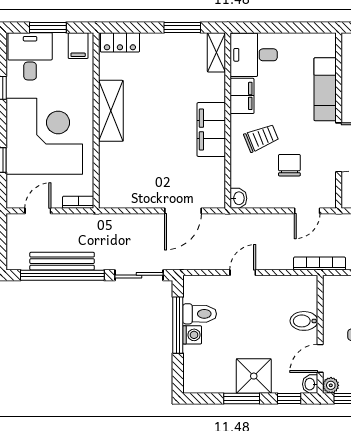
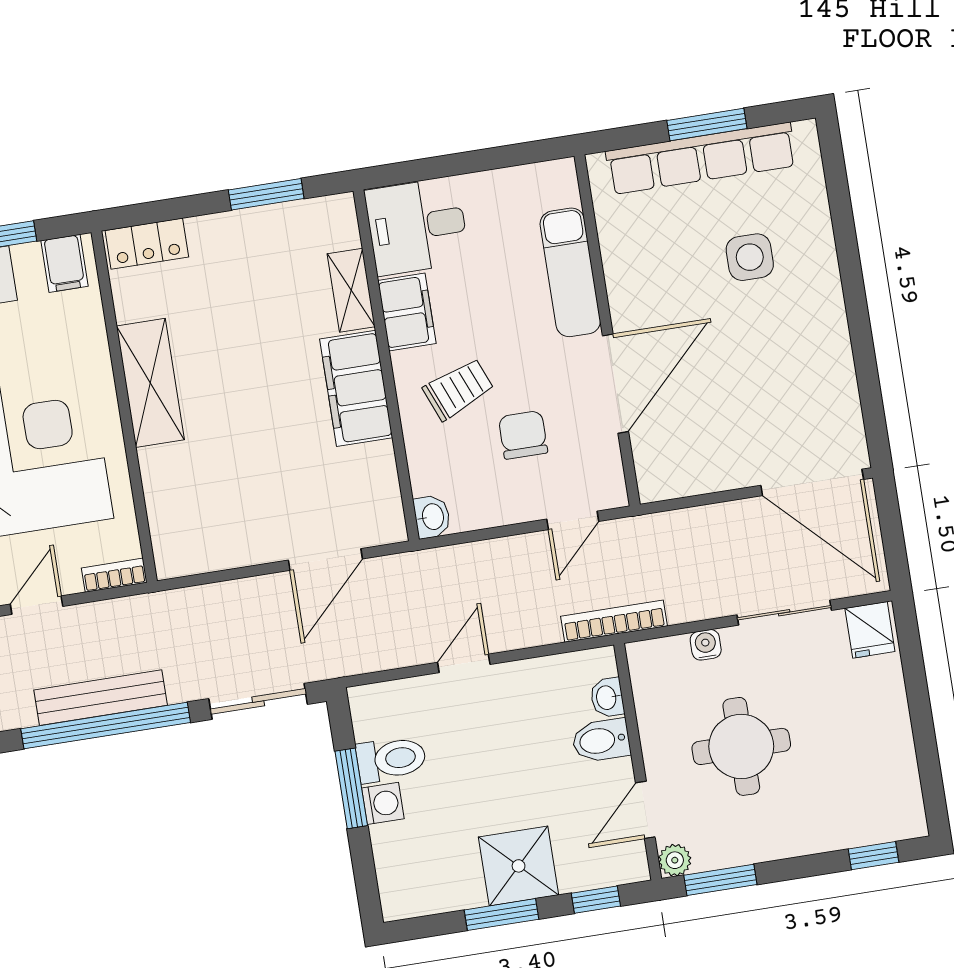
shelving: (216, 52) -> (351, 290), moved
window: (178, 325) -> (351, 788), width x0.69
washbasin: (310, 384) -> (607, 698), moved

